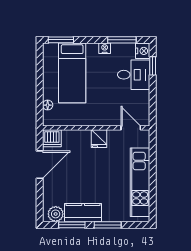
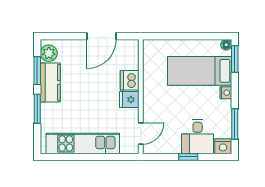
nightstand: (105, 48) -> (226, 93), moved
window: (153, 66) -> (188, 157), moved
floor lamp: (48, 105) -> (226, 45), moved
dishwasher: (52, 138) -> (130, 80), moved
door: (40, 165) -> (101, 36), hinge flipped

